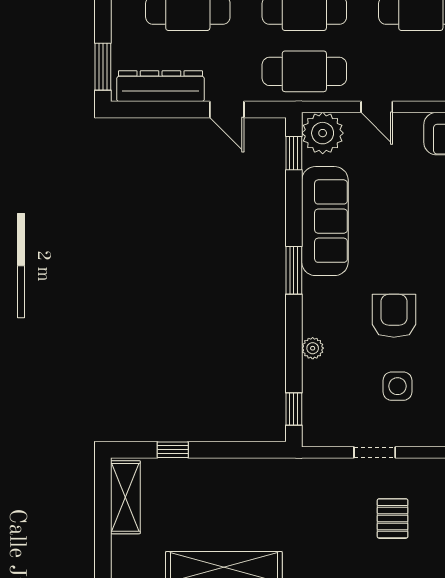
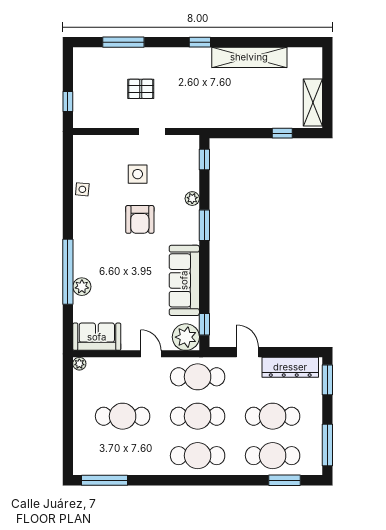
window: (294, 270) -> (204, 225), moved
pallet: (393, 518) -> (141, 89), turned 90

